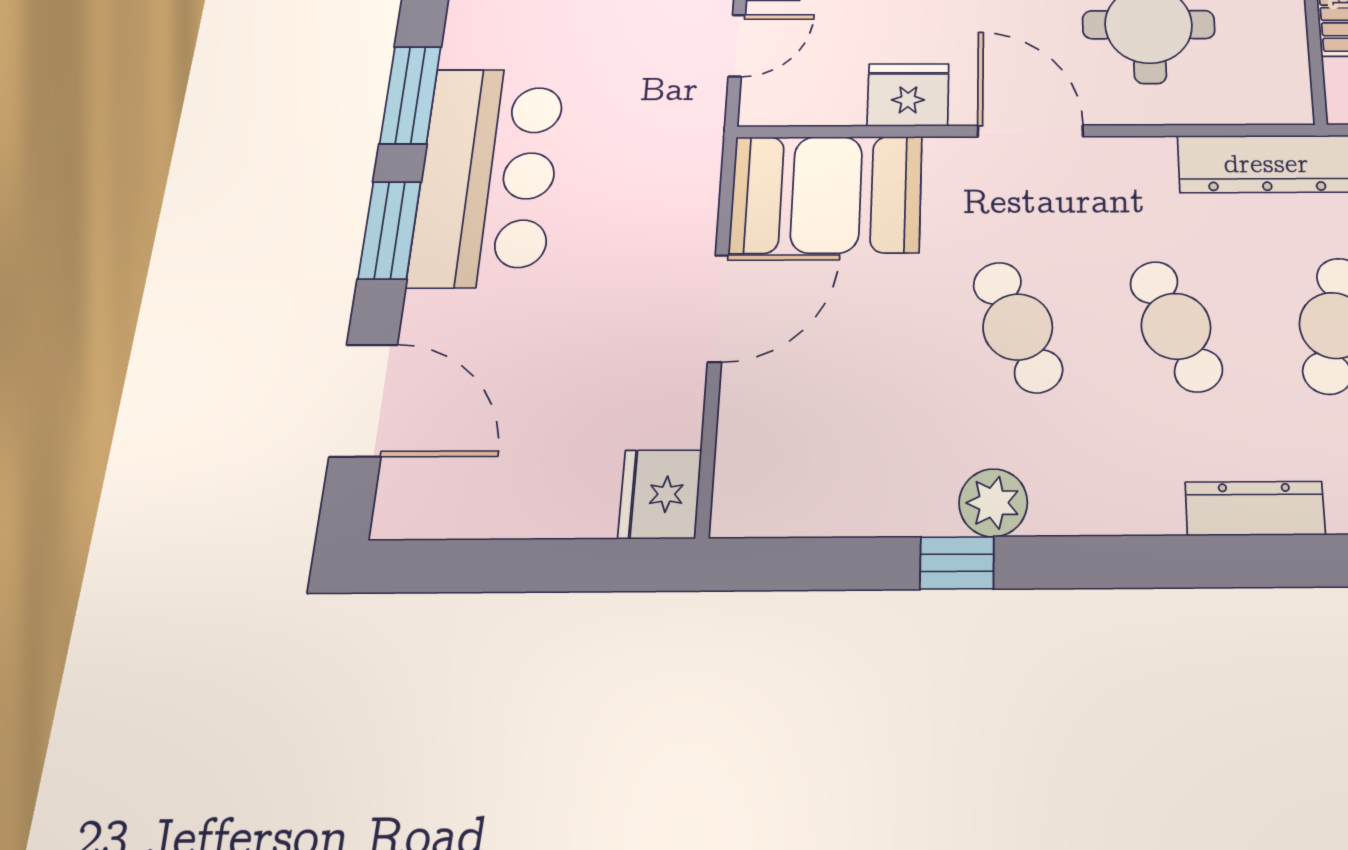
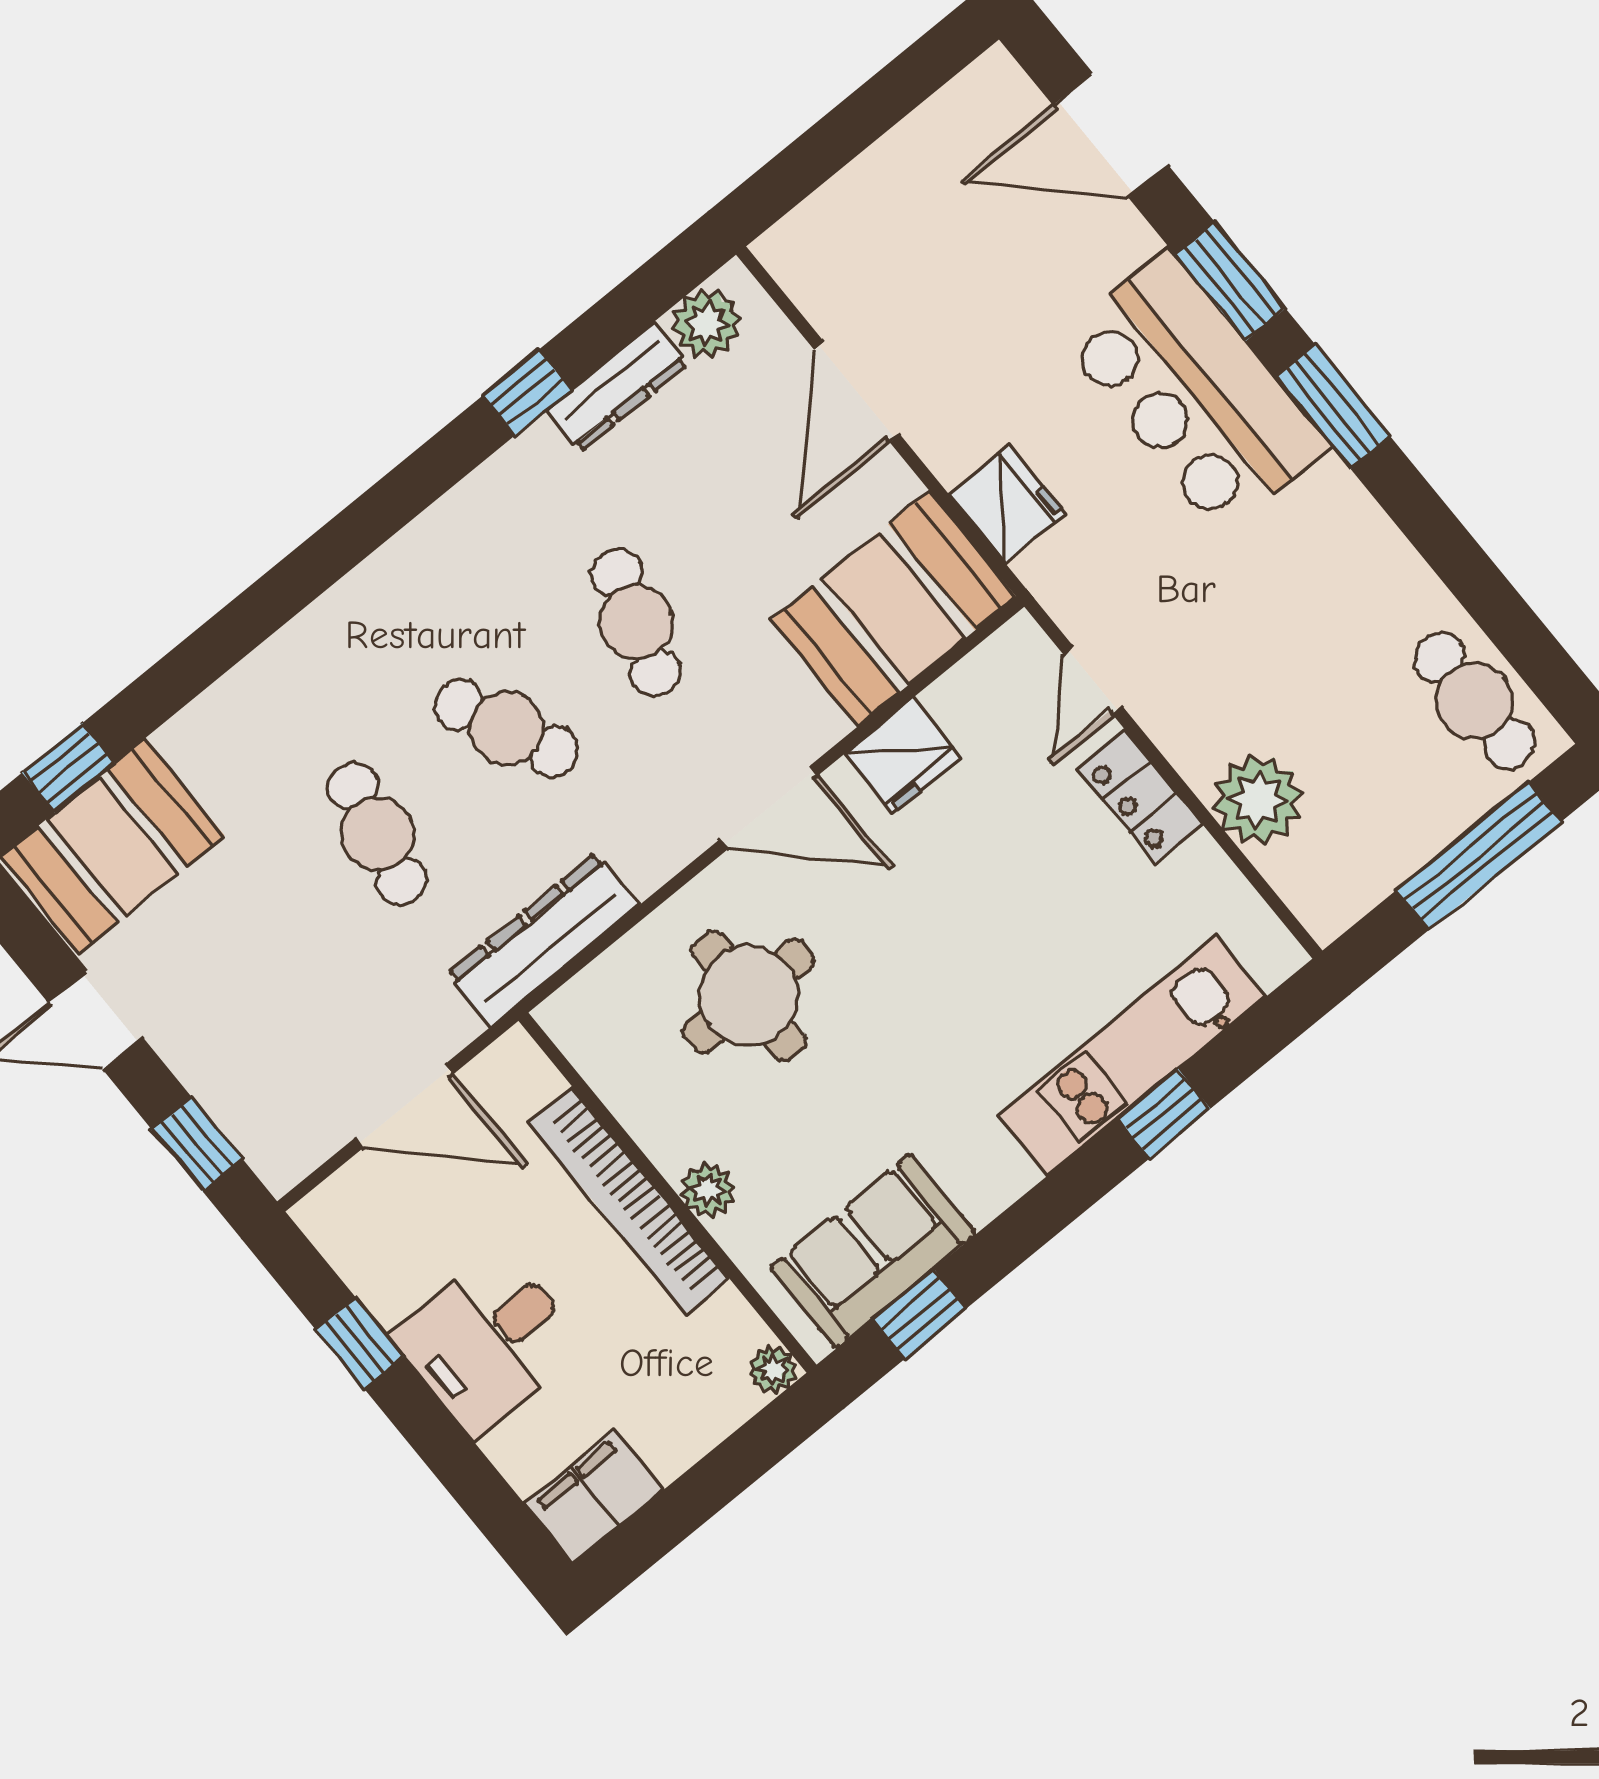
door: (718, 308) -> (857, 392), moved
cafe table: (1018, 327) -> (636, 622), turned 42
fridge: (660, 494) -> (1007, 504), moved
plant: (993, 503) -> (706, 324), moved
dresser: (1255, 508) -> (617, 387), moved

